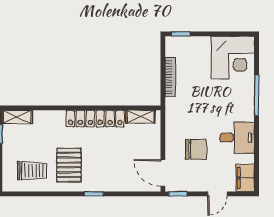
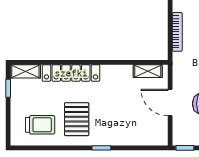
locker: (95, 119) -> (71, 73), moved
door: (163, 173) -> (170, 103), moved

